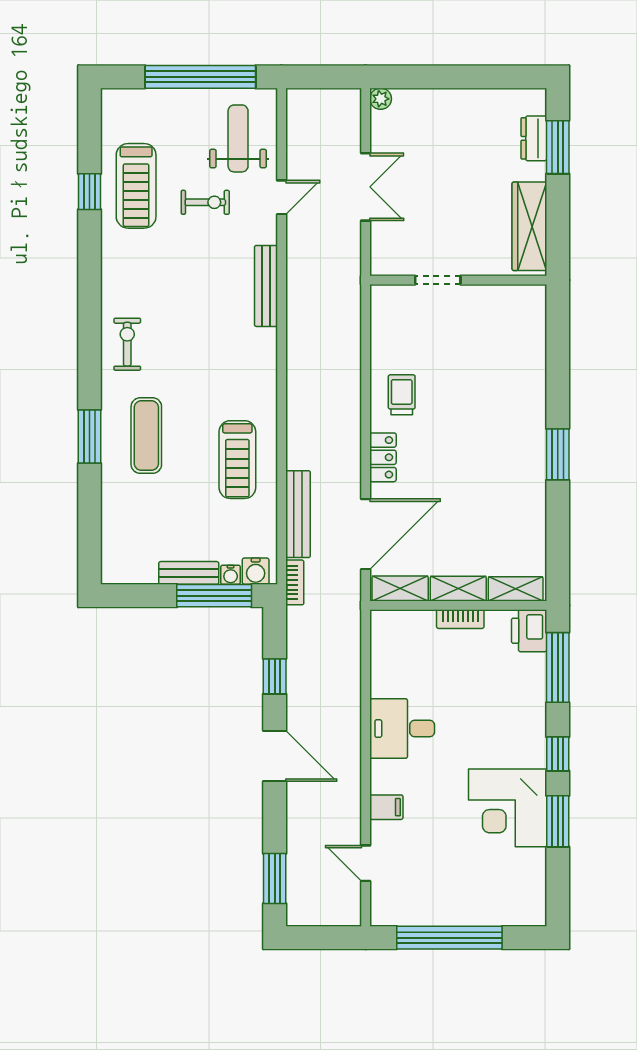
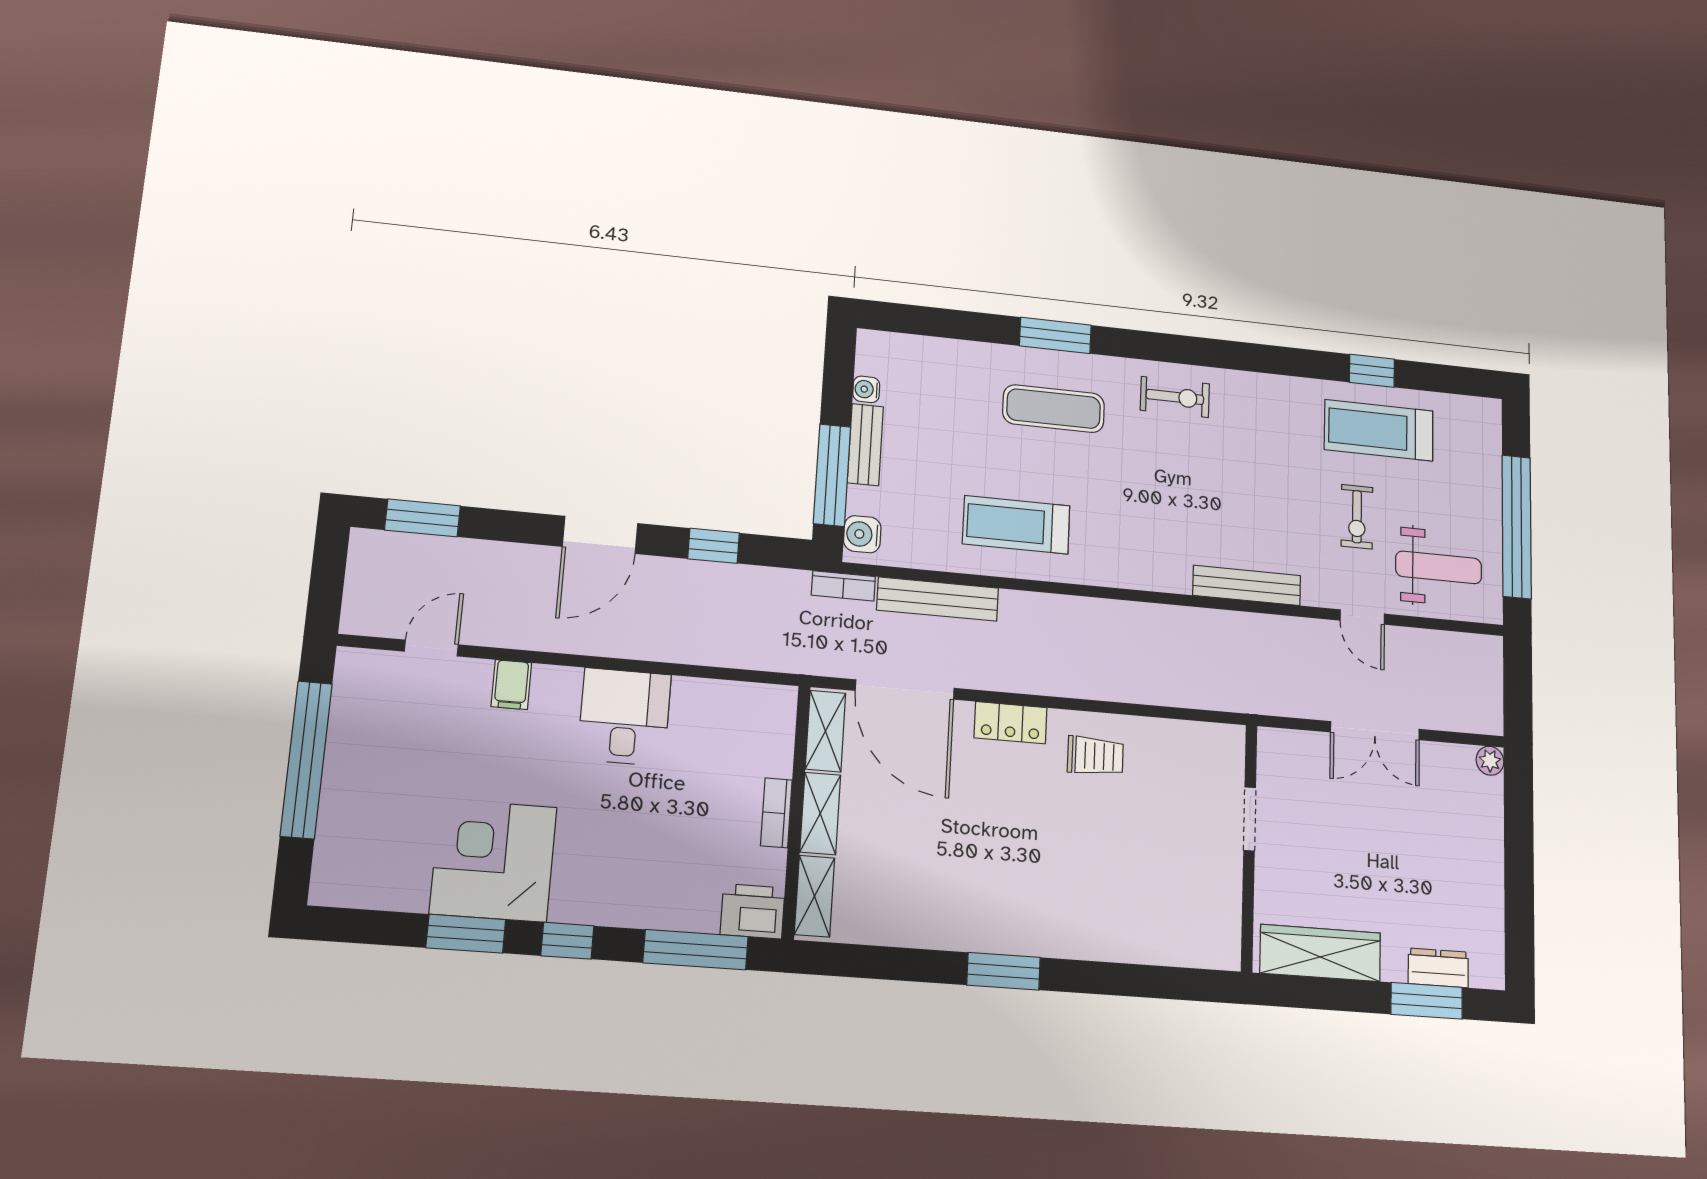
water cooler: (231, 575) -> (866, 389), moved

